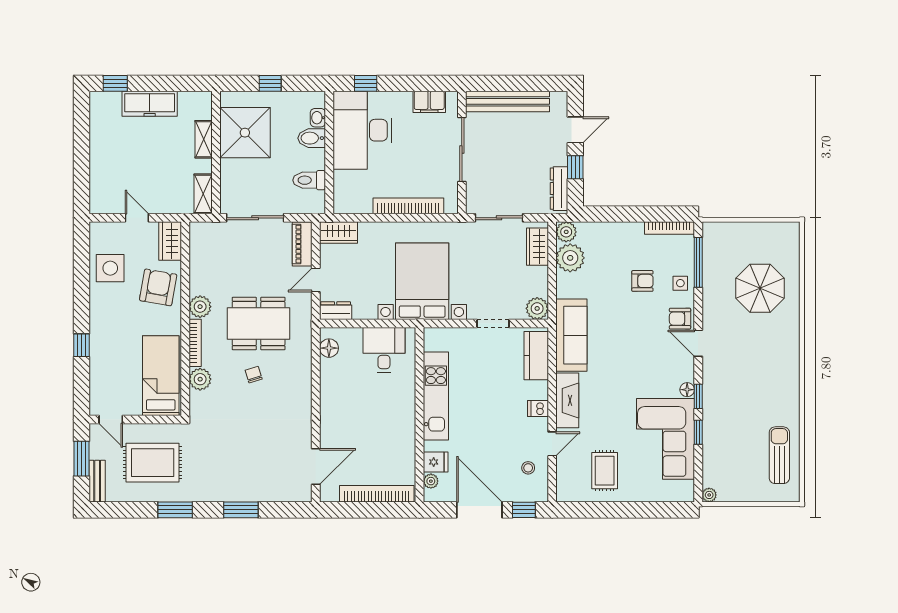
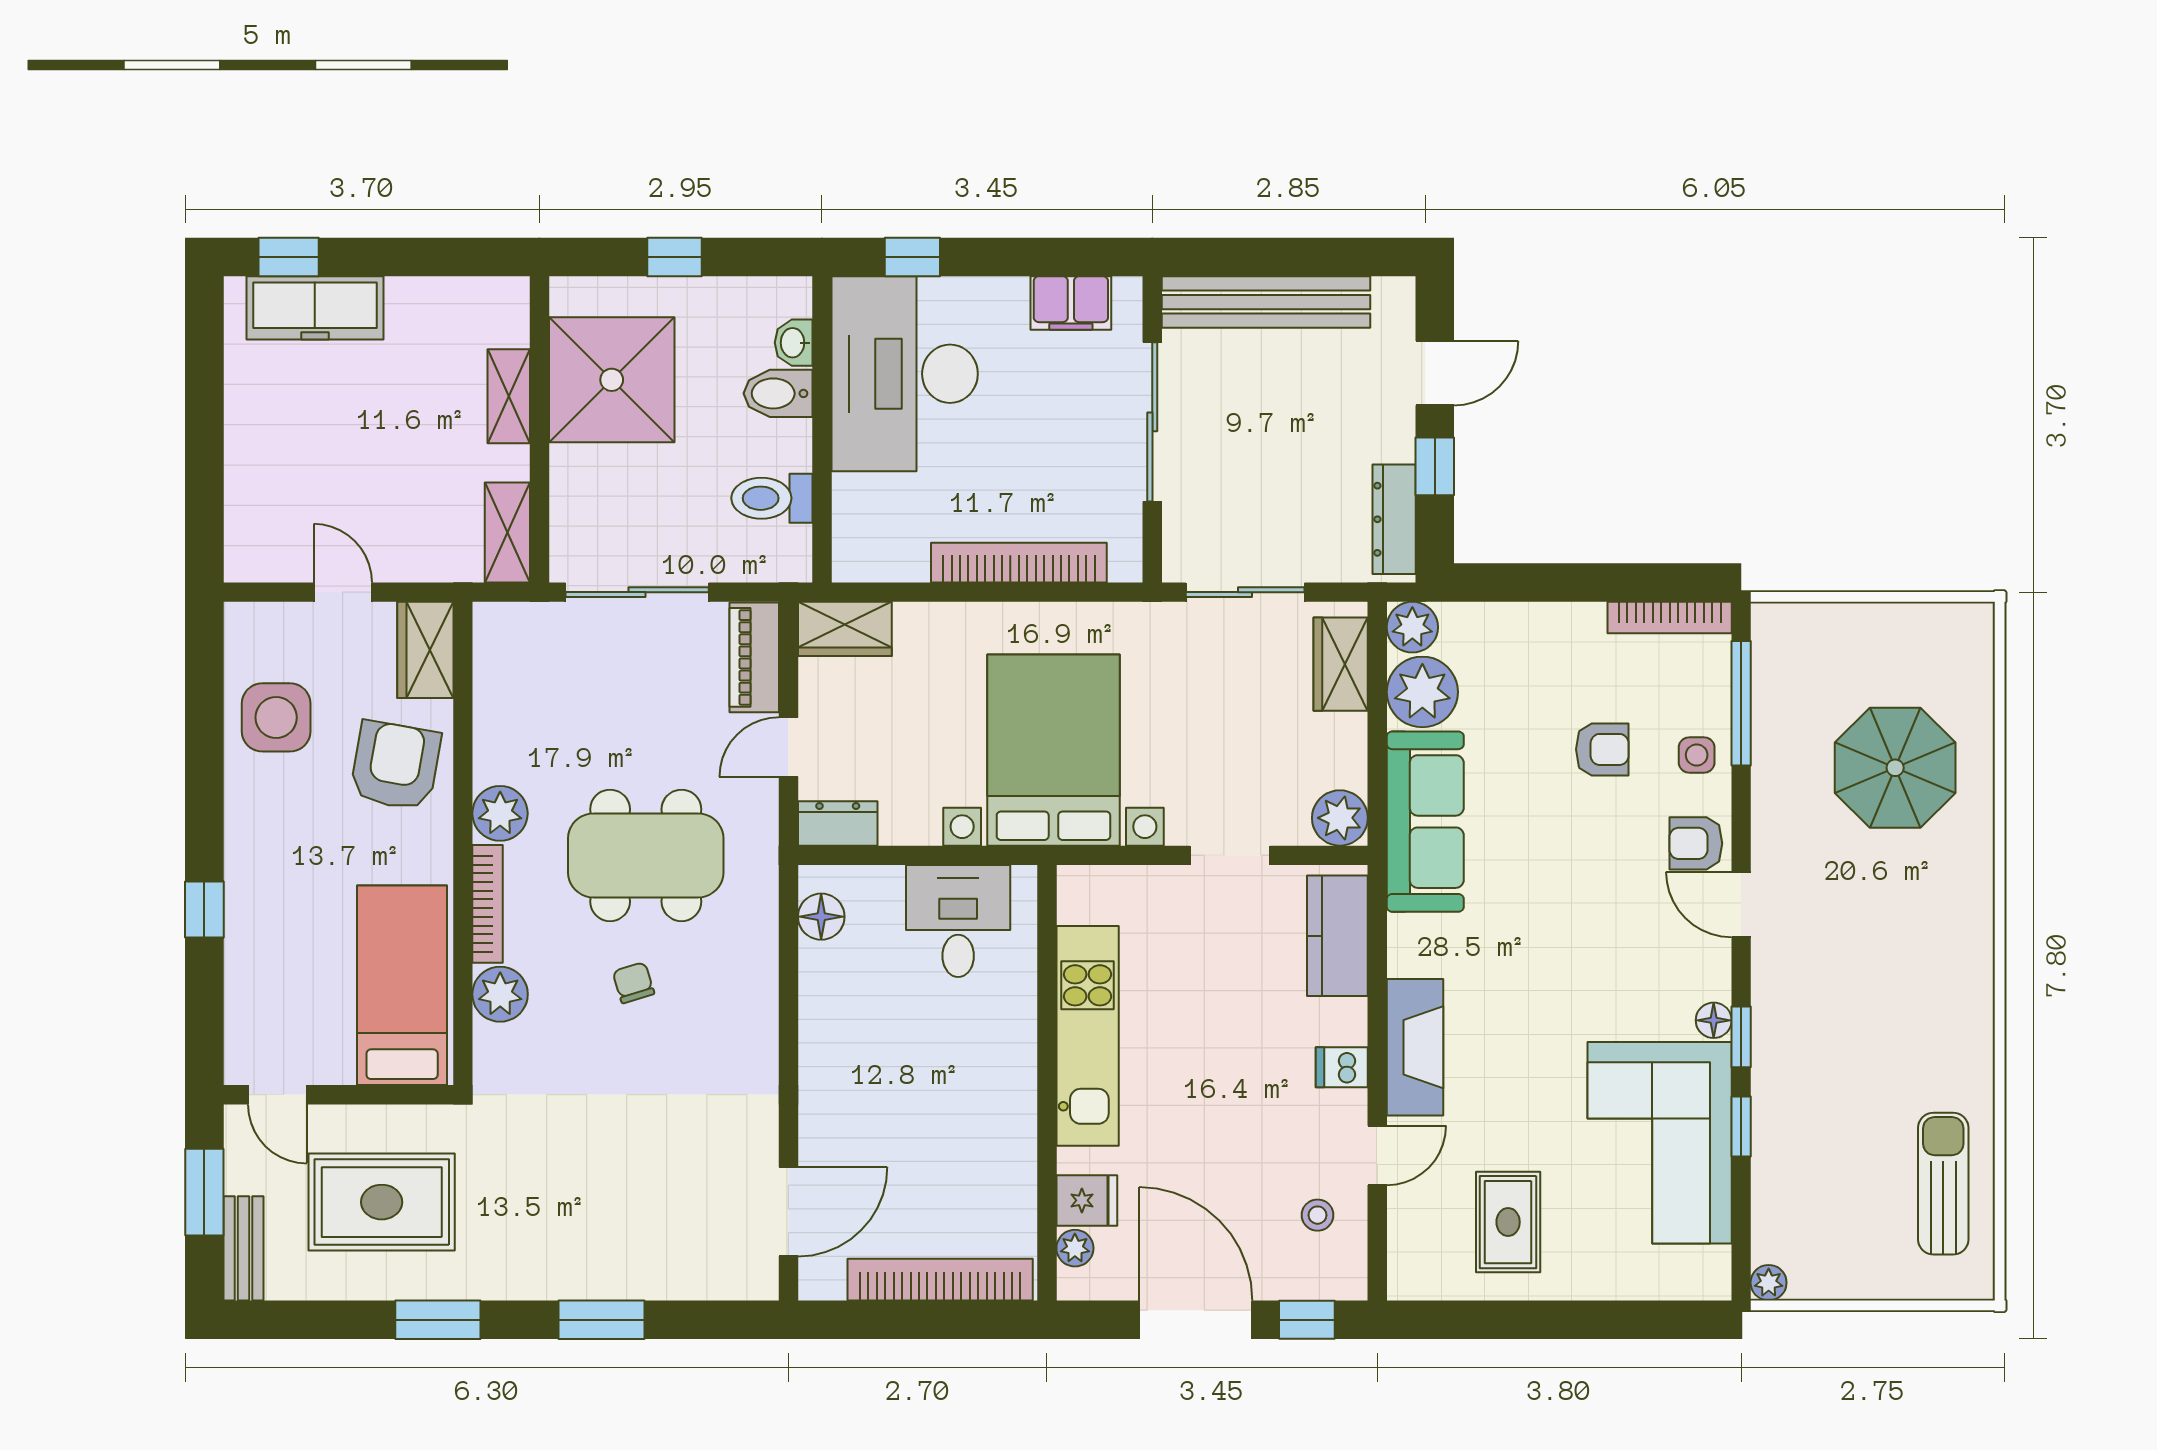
freezer: (150, 104) -> (315, 308), moved
sofa: (571, 335) -> (1425, 822), moved

